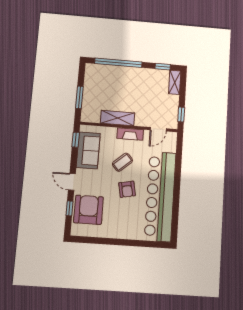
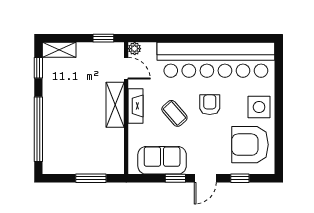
shelving: (118, 118) -> (115, 105), moved
plant: (172, 136) -> (135, 49), added
window: (76, 140) -> (175, 178), moved
armchair: (127, 189) -> (210, 105), turned -79
armchair: (88, 210) -> (250, 145), moved
side table: (122, 227) -> (259, 107), added

